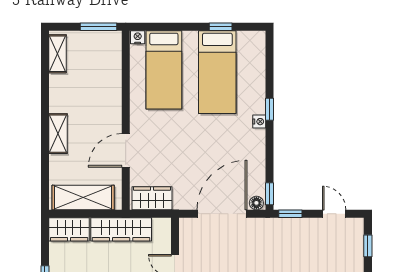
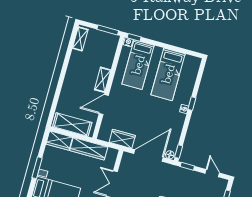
window: (221, 27) -> (134, 37), moved
shelving: (58, 134) -> (103, 80), moved
wardrobe: (152, 198) -> (122, 139), moved

